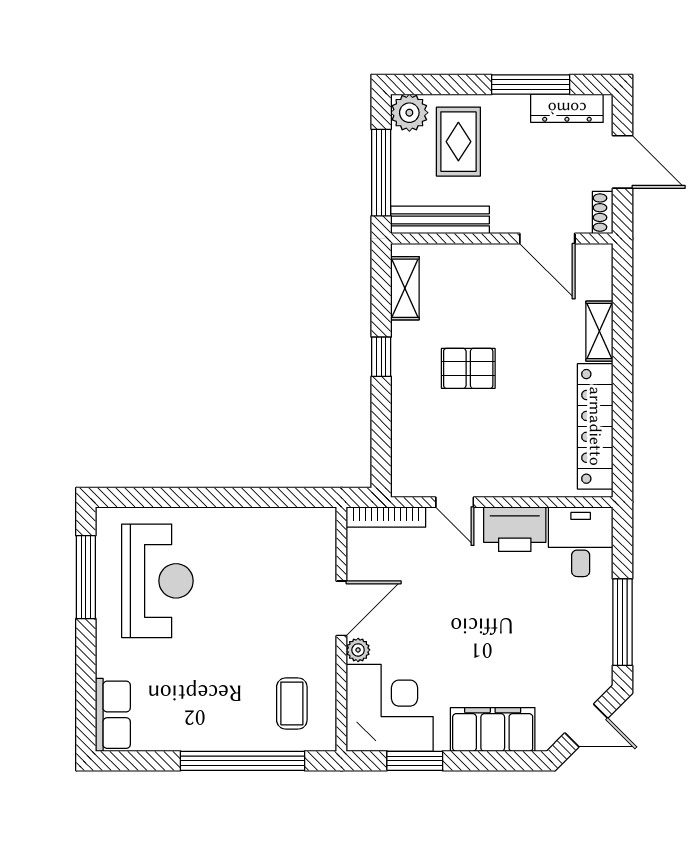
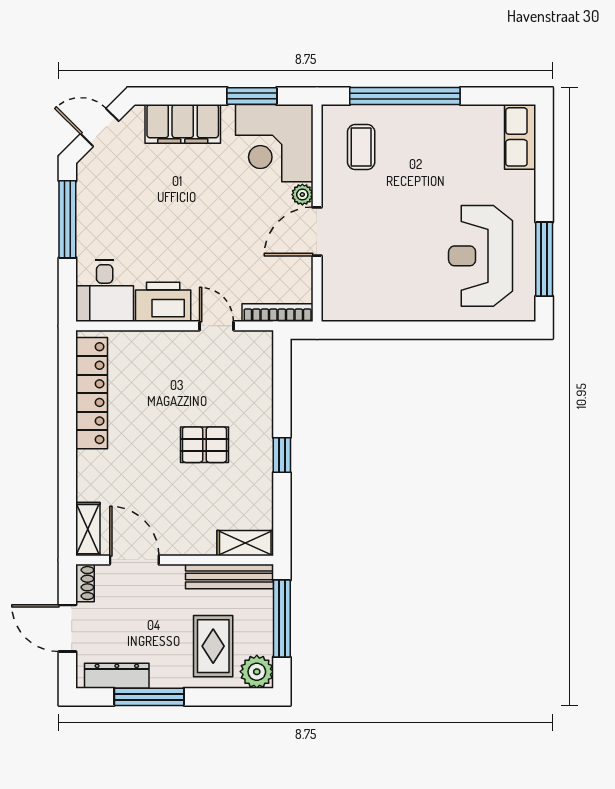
shelving: (405, 288) -> (245, 543), moved, turned 90
shelving: (599, 331) -> (88, 529), moved

